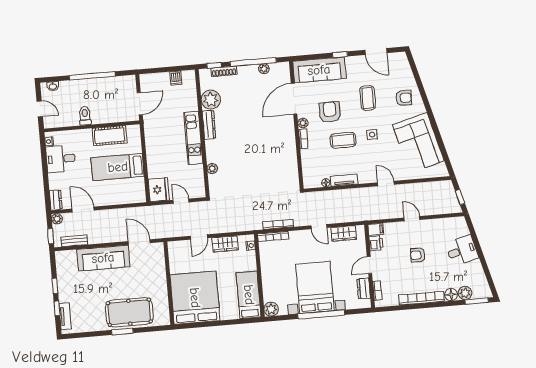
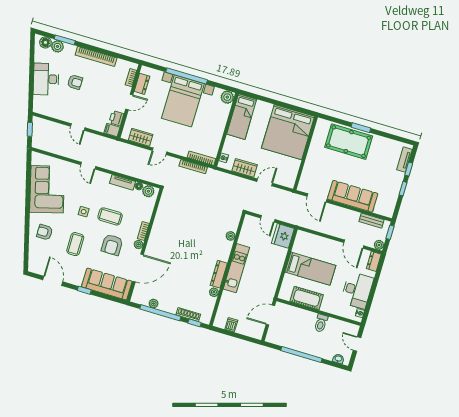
plant: (211, 100) -> (214, 292), width x0.53, depth x0.53
desk: (61, 159) -> (357, 290), width x1.37
plant: (314, 181) -> (148, 191), added
door: (319, 227) -> (159, 151), swing flipped
desk: (462, 251) -> (46, 79), width x1.37
armchair: (418, 255) -> (75, 82), moved
floor lamp: (451, 295) -> (45, 42), moved
window: (477, 301) -> (65, 40), moved

